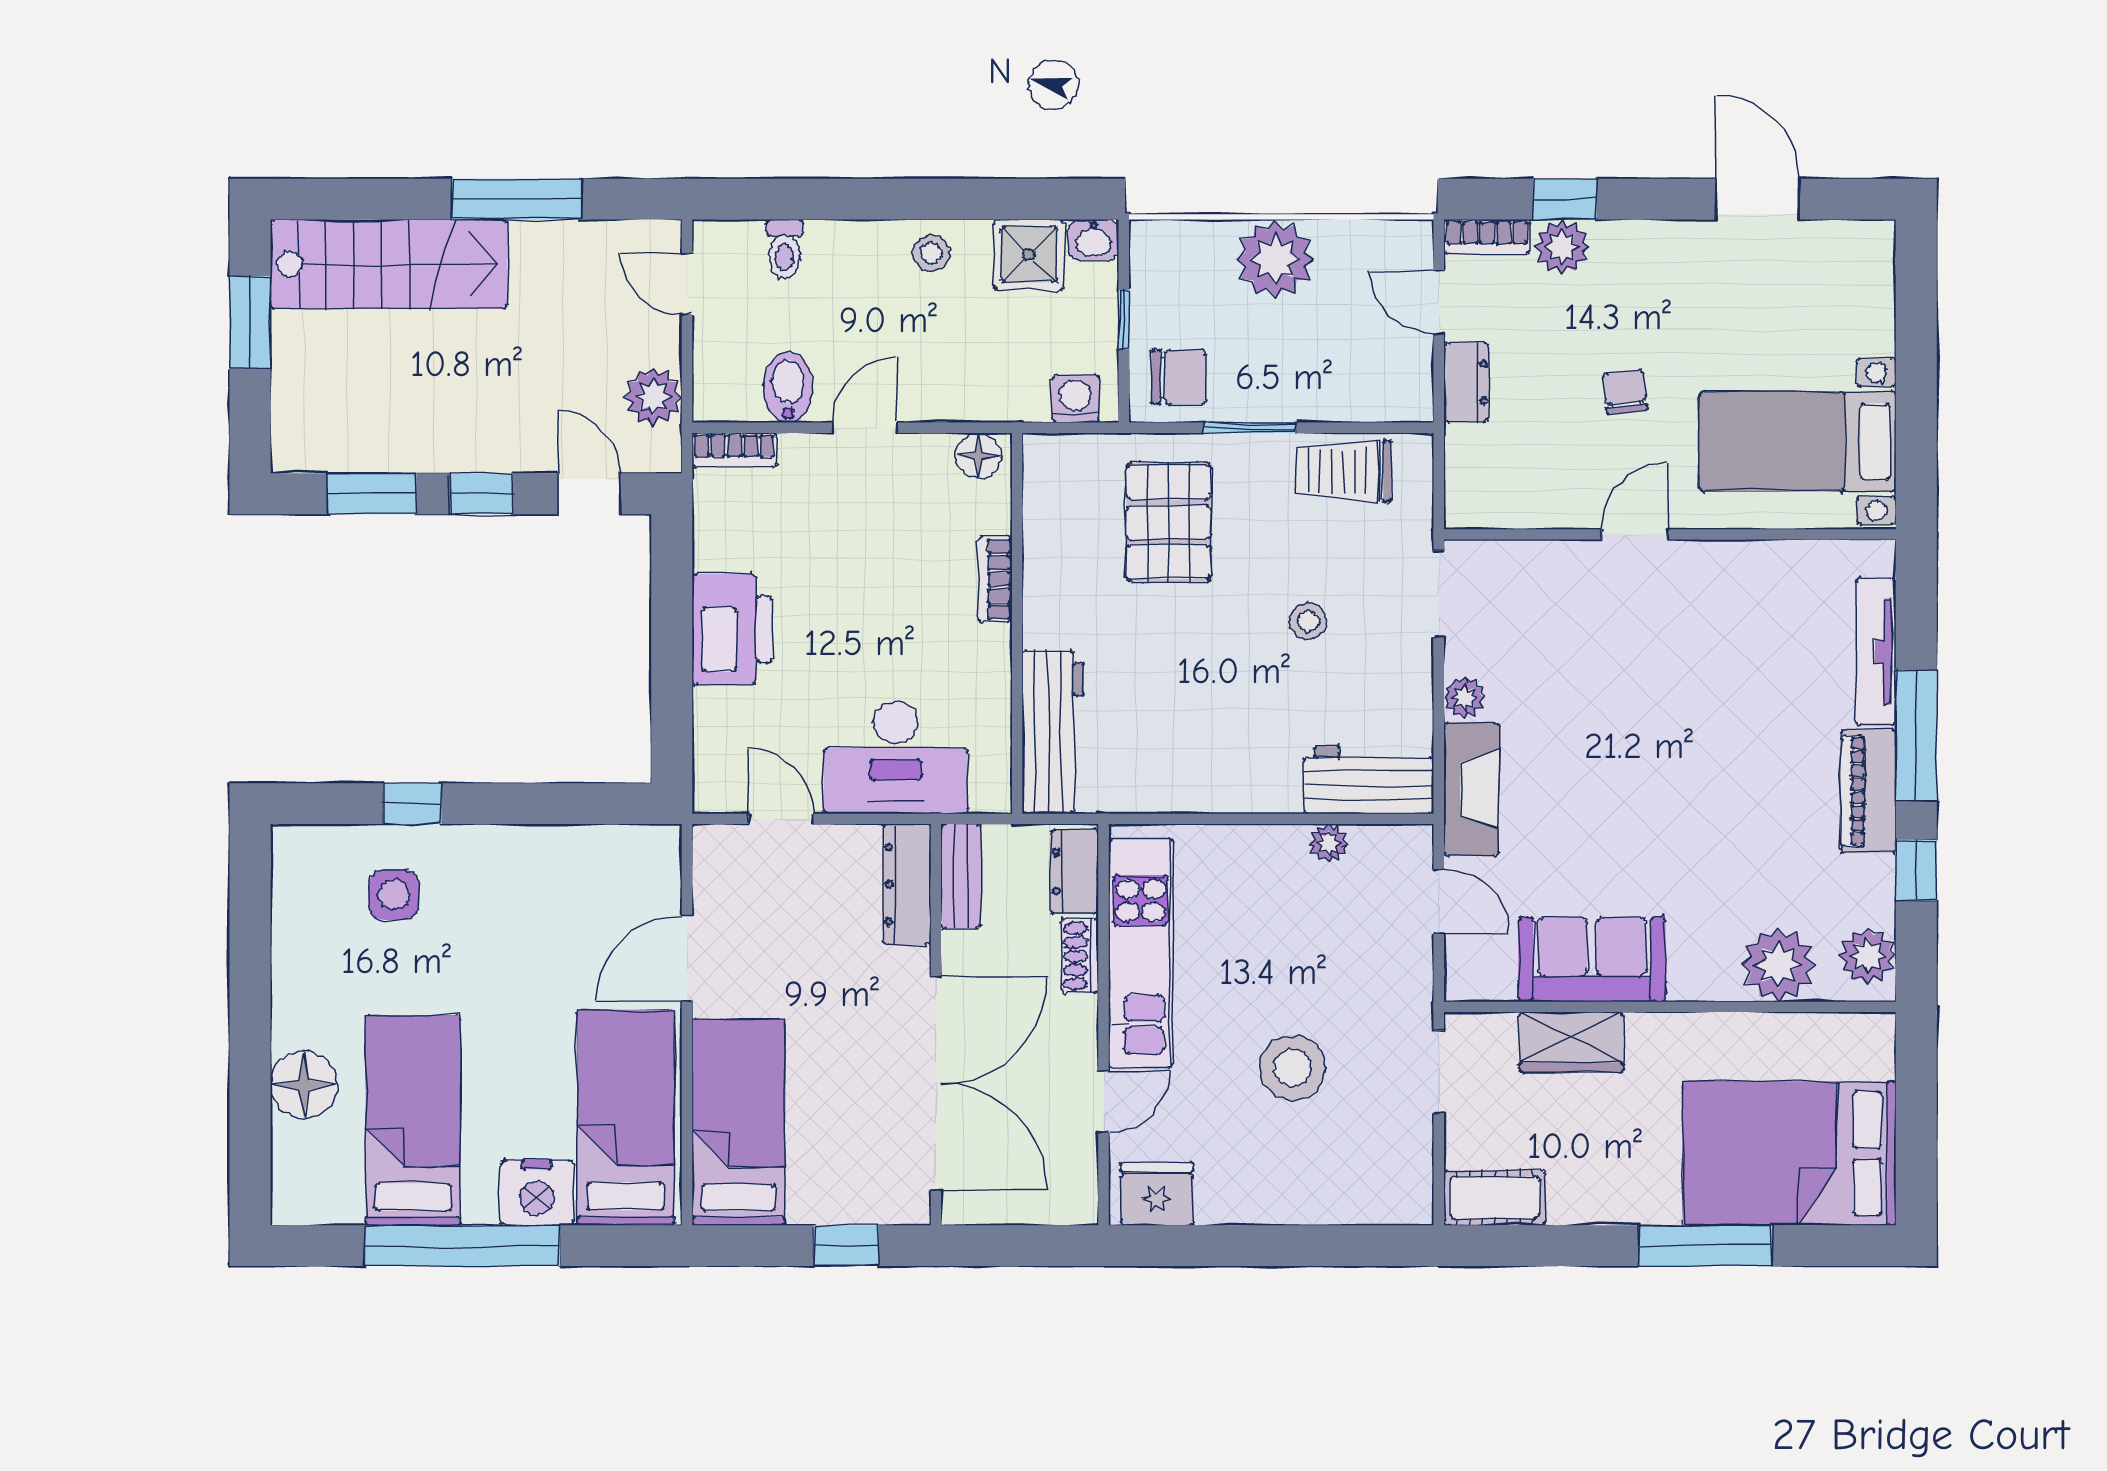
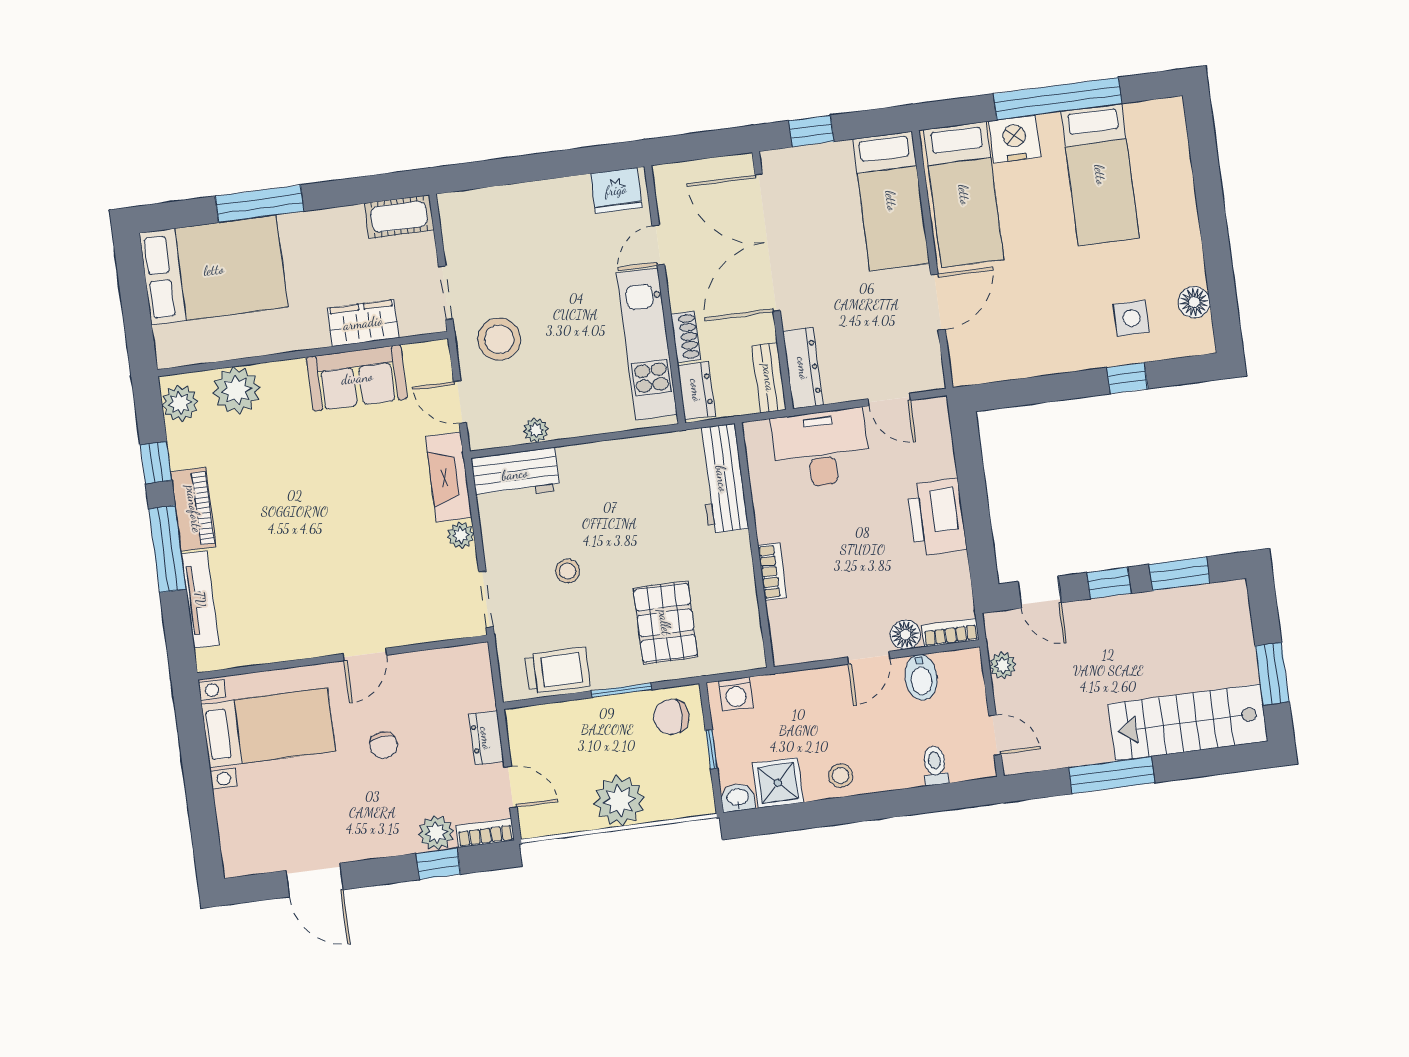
plant: (653, 397) -> (1003, 665), width x0.73, depth x0.73
floor lamp: (979, 456) -> (905, 635), moved
stool: (1293, 1068) -> (499, 339), moved
floor lamp: (304, 1085) -> (1194, 302), moved, width x0.73, depth x0.73

